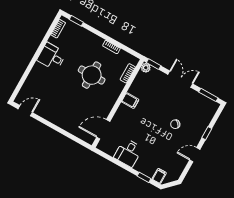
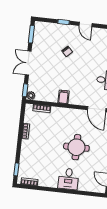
desk: (52, 57) -> (68, 179), moved
round table: (92, 75) -> (76, 147), moved

